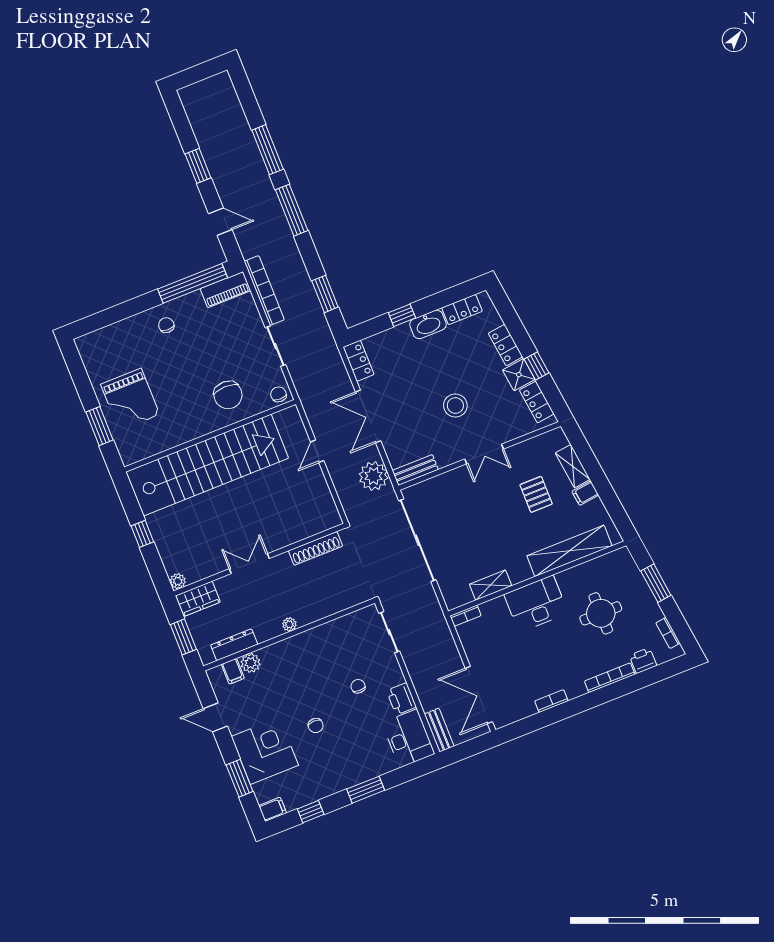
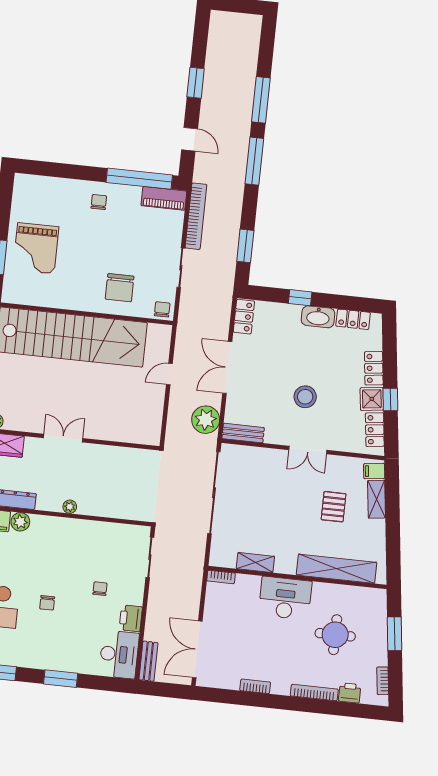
filing cabinet: (585, 493) -> (374, 471), moved
shoe rack: (316, 548) -> (125, 455), removed

